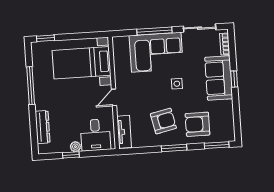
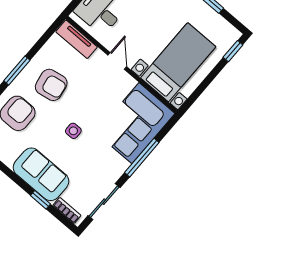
corner sofa: (156, 52) -> (135, 123), moved
window: (234, 79) -> (40, 200), moved
armchair: (163, 121) -> (51, 85), turned -88

